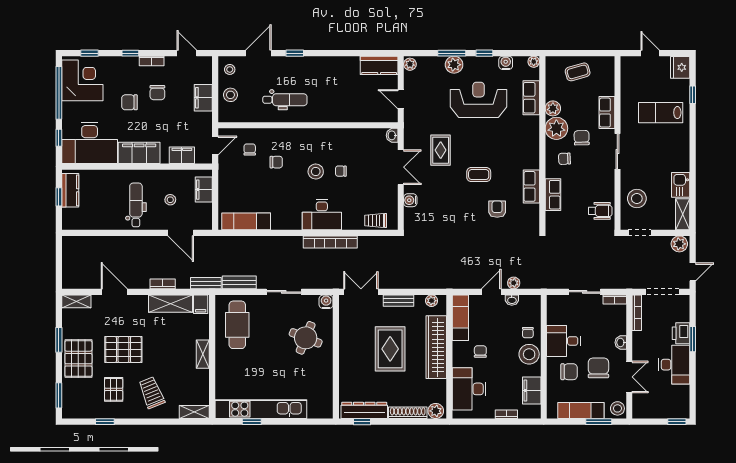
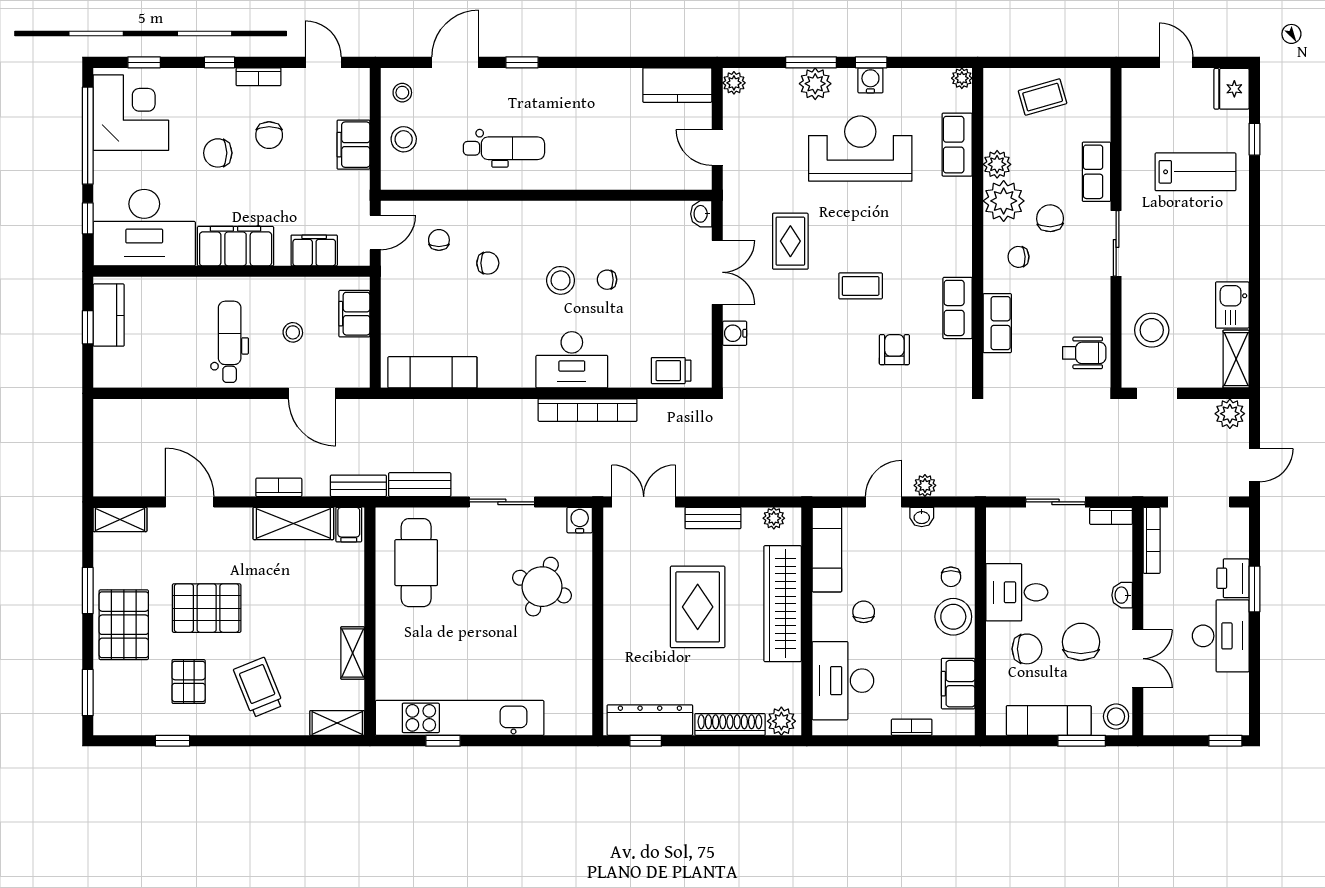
water cooler: (506, 63) -> (870, 80), moved
lab bench: (661, 113) -> (1196, 172), turned 180
shelving: (203, 354) -> (353, 653), moved

